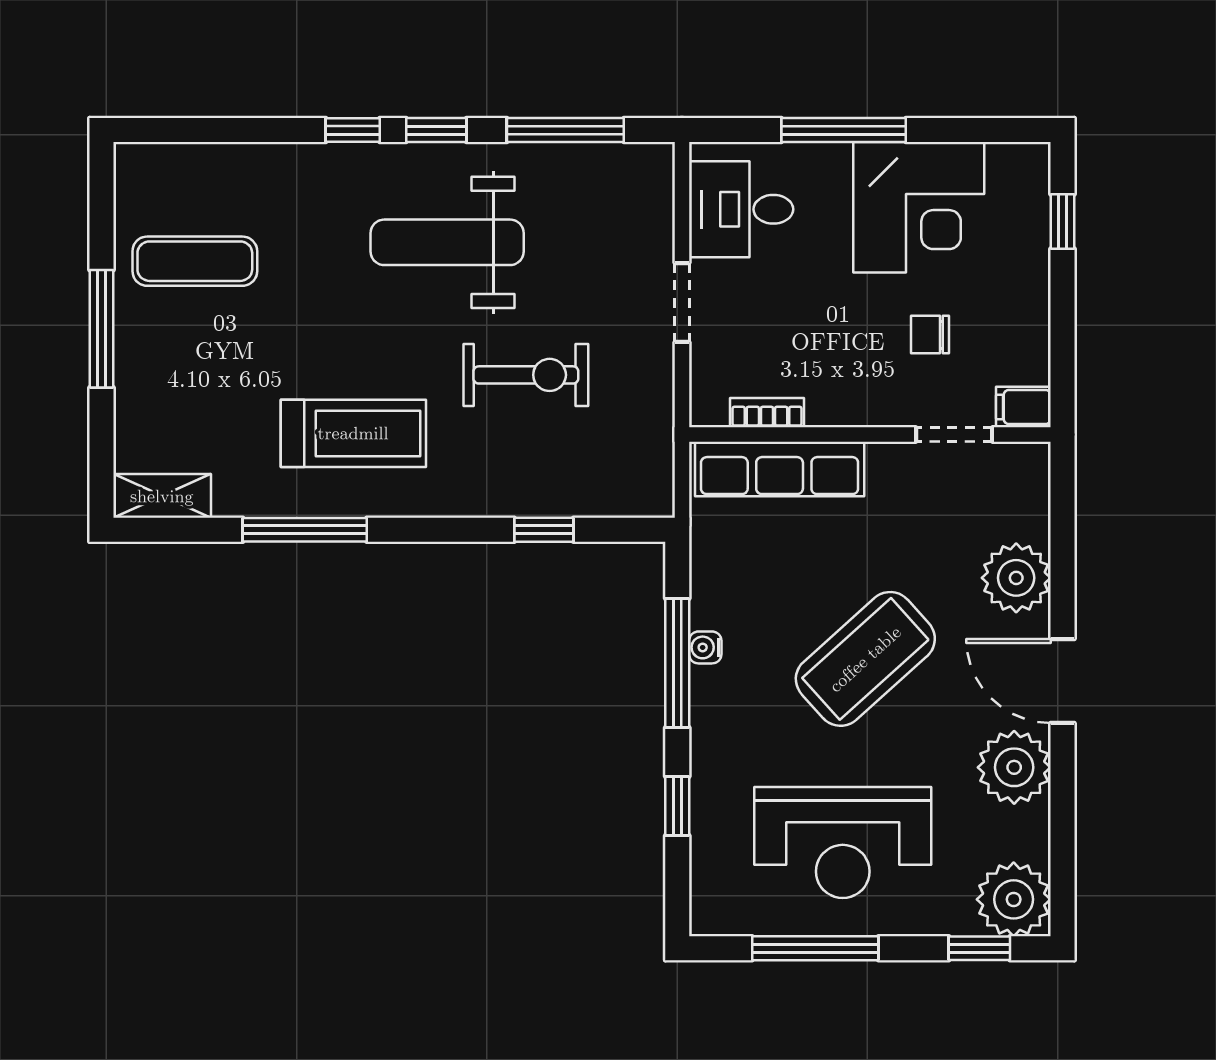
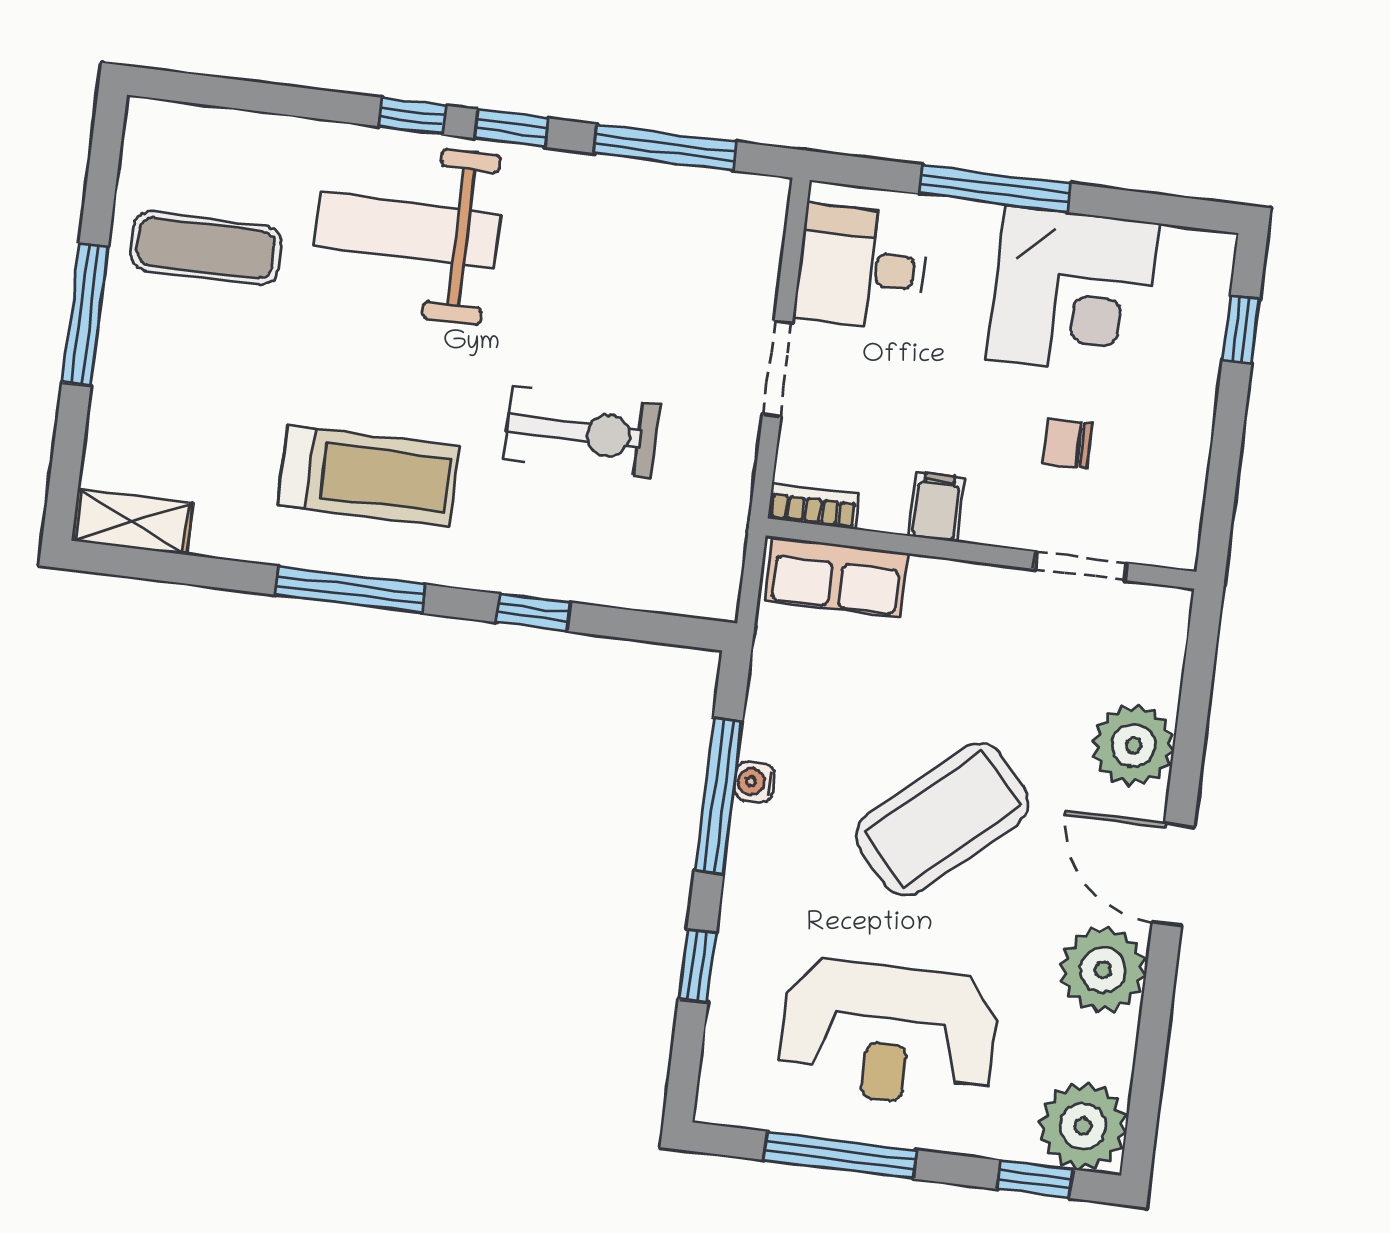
weight bench: (447, 242) -> (407, 230), moved
filing cabinet: (1023, 407) -> (937, 507), moved, turned 90
bookcase: (767, 413) -> (814, 506), moved
row of seats: (780, 469) -> (836, 577), width x0.68
window: (305, 530) -> (350, 590), moved
window: (544, 530) -> (534, 612), moved

